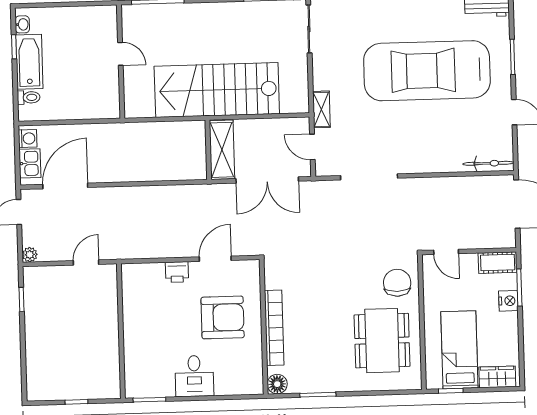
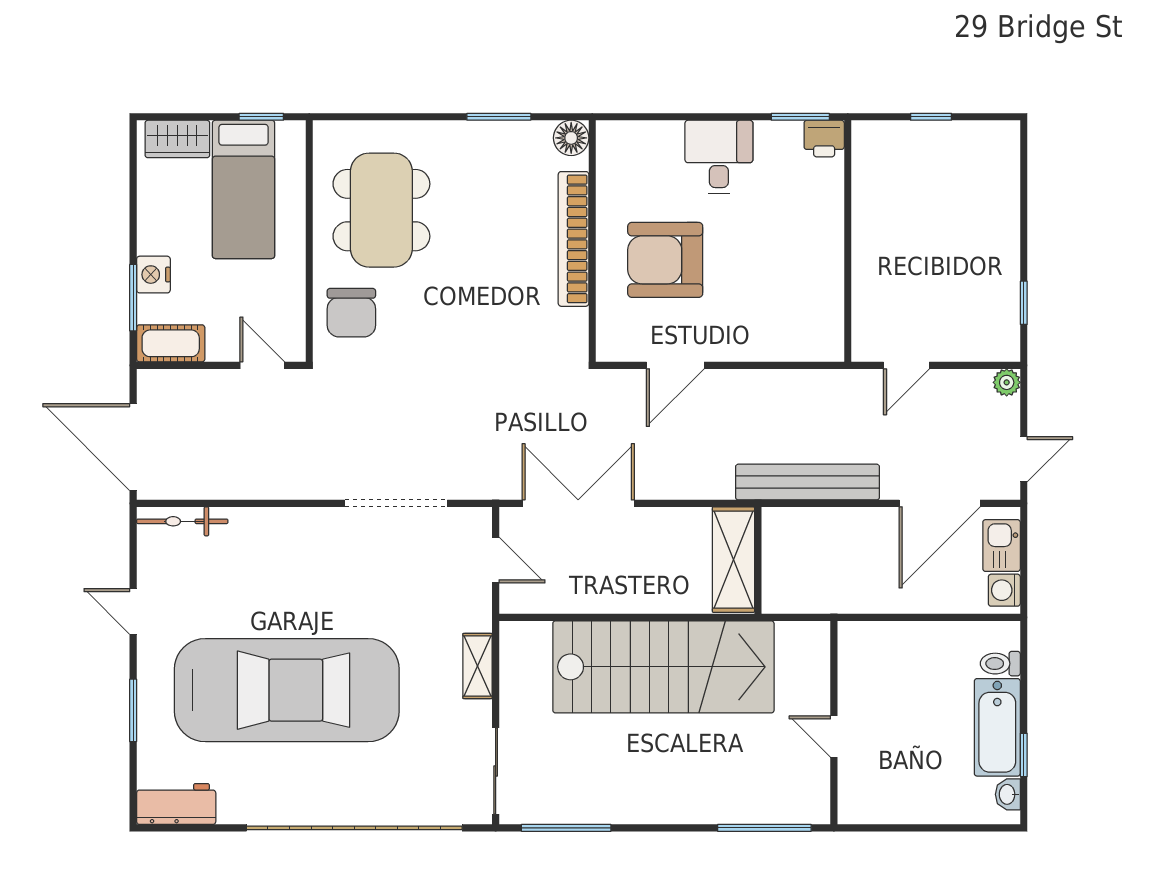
shelving: (321, 109) -> (477, 666), moved
wall: (208, 150) -> (758, 560), moved
shelving: (222, 150) -> (733, 560), moved
bench: (139, 196) -> (807, 482), added
printer: (177, 272) -> (824, 139), moved, turned 180

